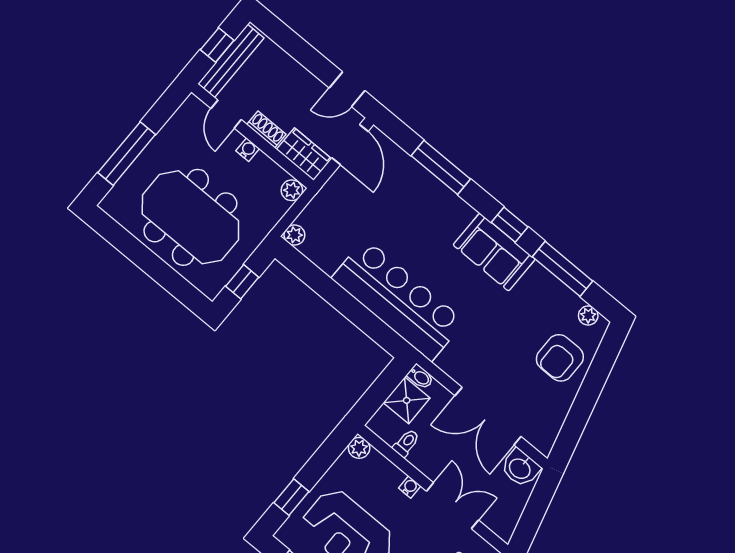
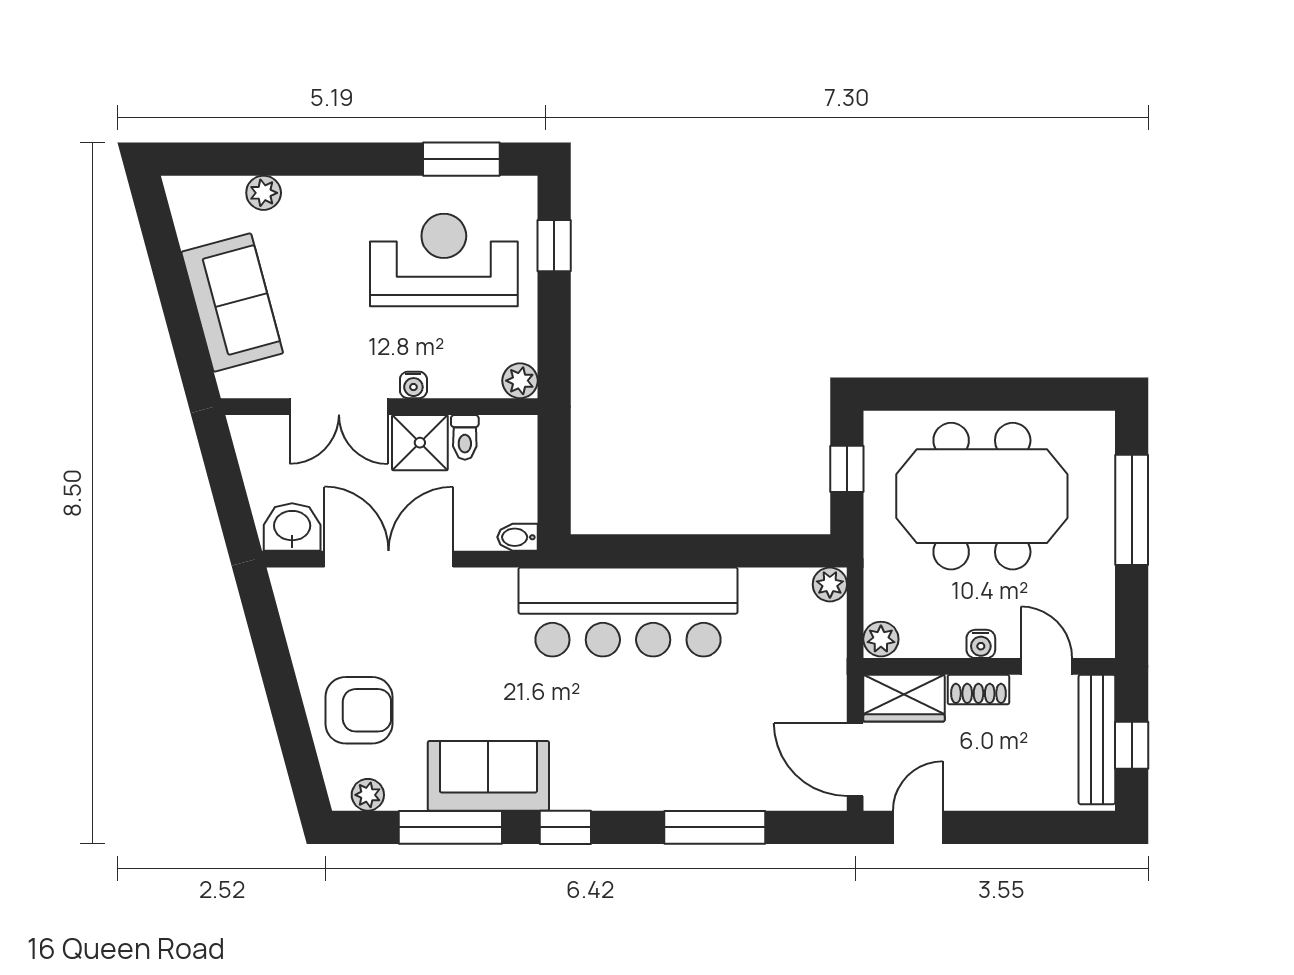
sofa: (494, 252) -> (488, 776), moved
armchair: (560, 358) -> (359, 710), turned 90
shower: (407, 400) -> (420, 443), moved

